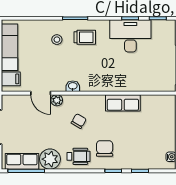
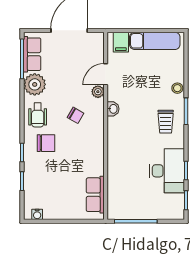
stool: (57, 40) -> (177, 88), moved
row of seats: (123, 103) -> (95, 195), moved

